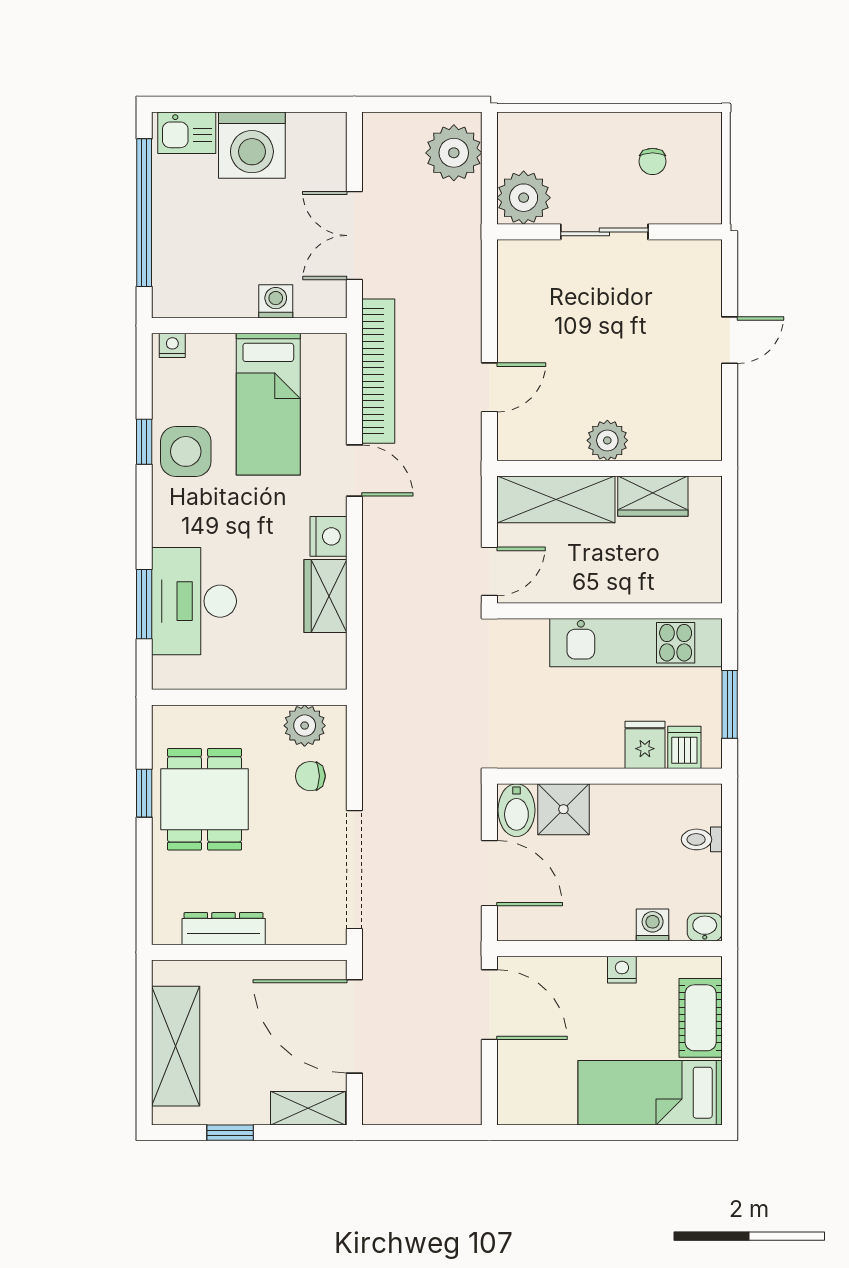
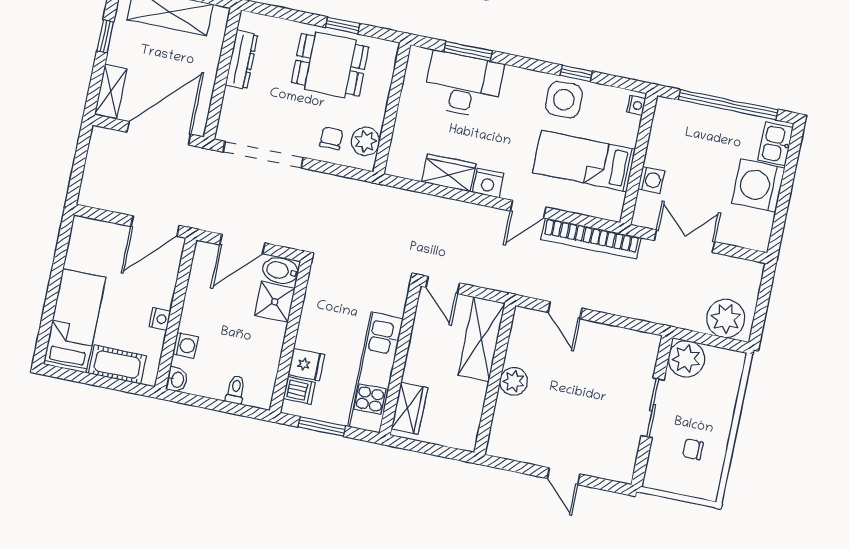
wardrobe: (653, 496) -> (409, 408), moved, turned 180

